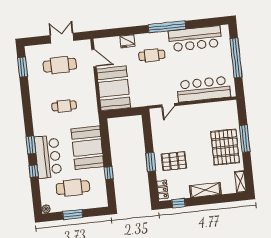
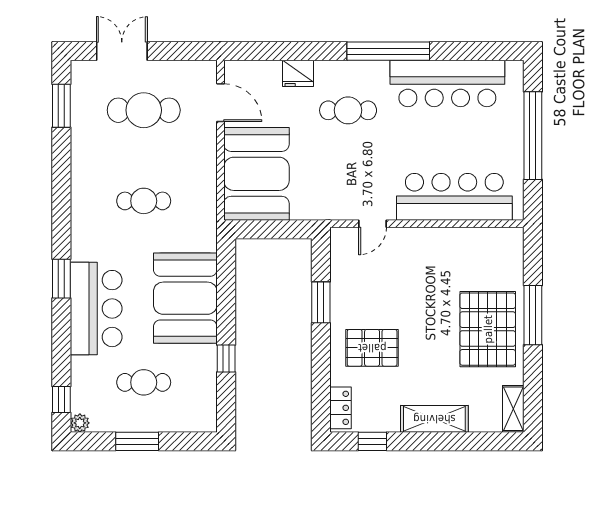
double door: (62, 38) -> (122, 51), moved
window: (151, 162) -> (321, 302), moved
window: (34, 171) -> (61, 399), moved
cafe table: (73, 188) -> (144, 382), width x0.73, depth x0.74

